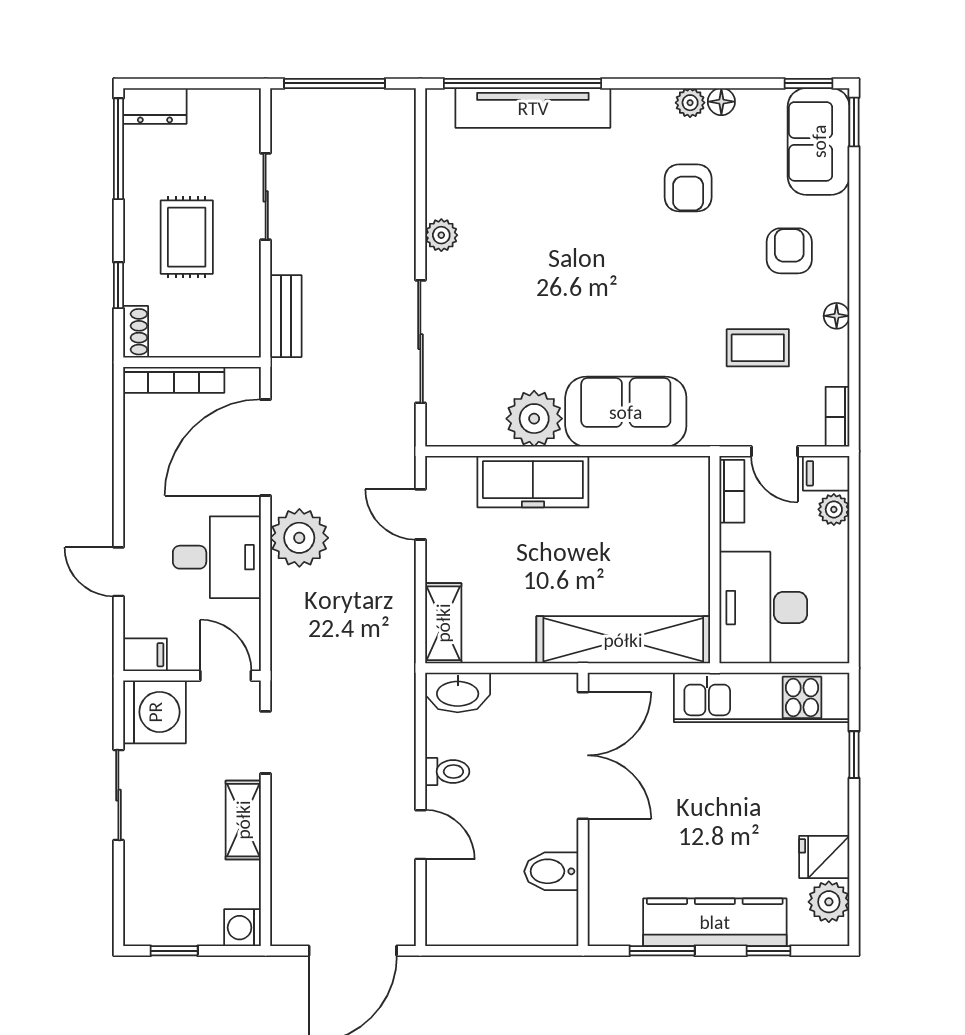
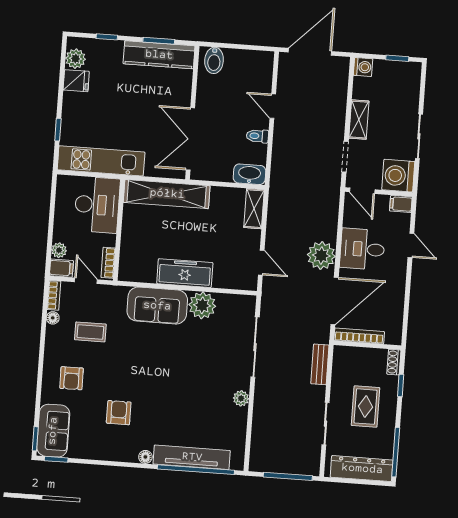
floor lamp: (721, 102) -> (145, 457), moved
plant: (690, 103) -> (115, 454), removed
dresser: (155, 106) -> (362, 469), width x1.96, depth x1.24
floor lamp: (837, 316) -> (53, 318), moved
bookcase: (174, 380) -> (359, 336), moved
freezer: (533, 482) -> (185, 273), moved
bidet: (551, 871) -> (214, 60), moved, turned 90
kitchen counter: (715, 922) -> (159, 55), moved

